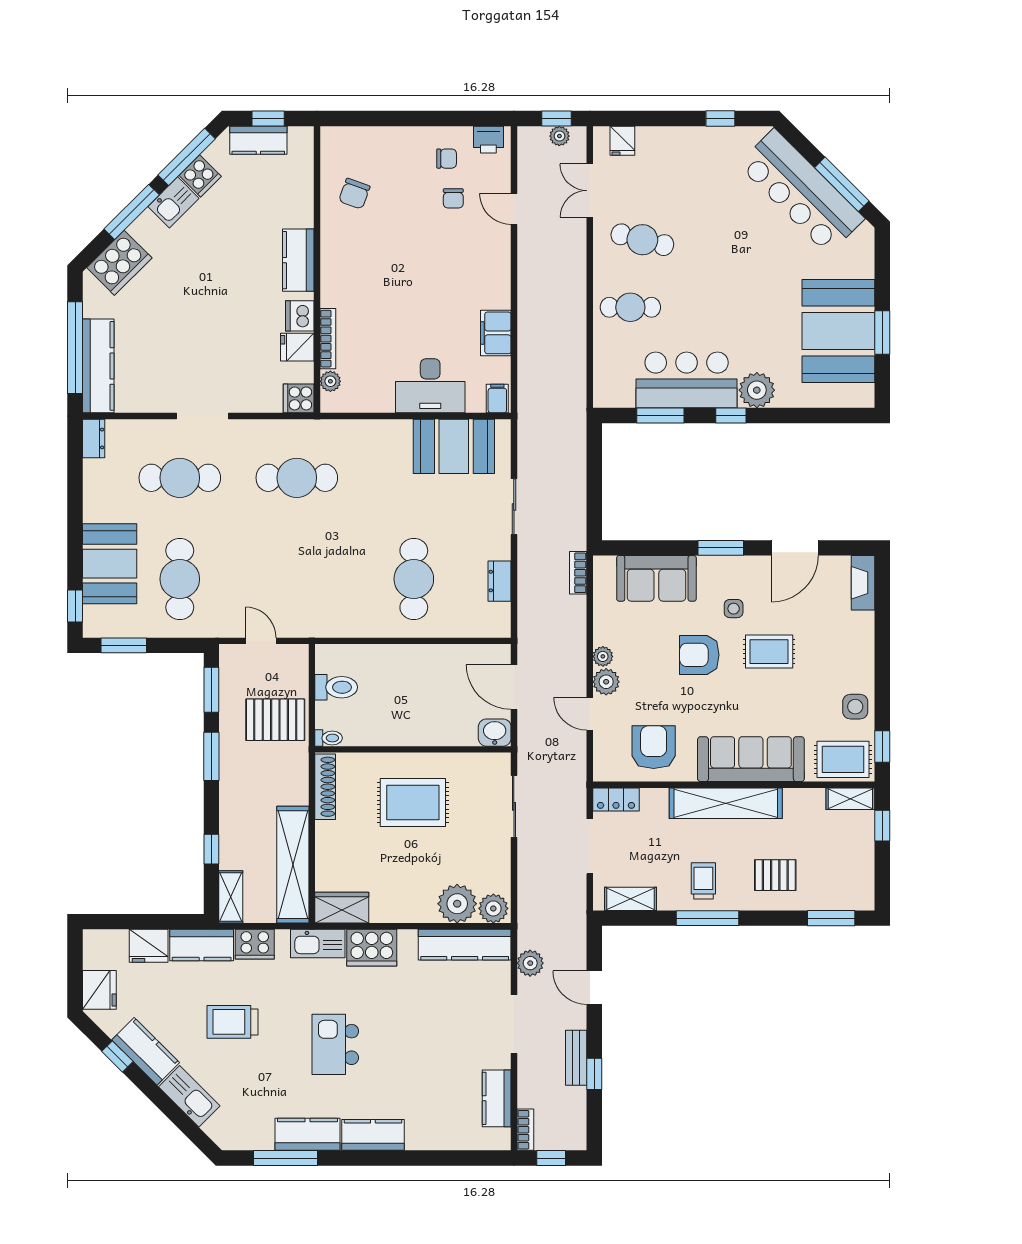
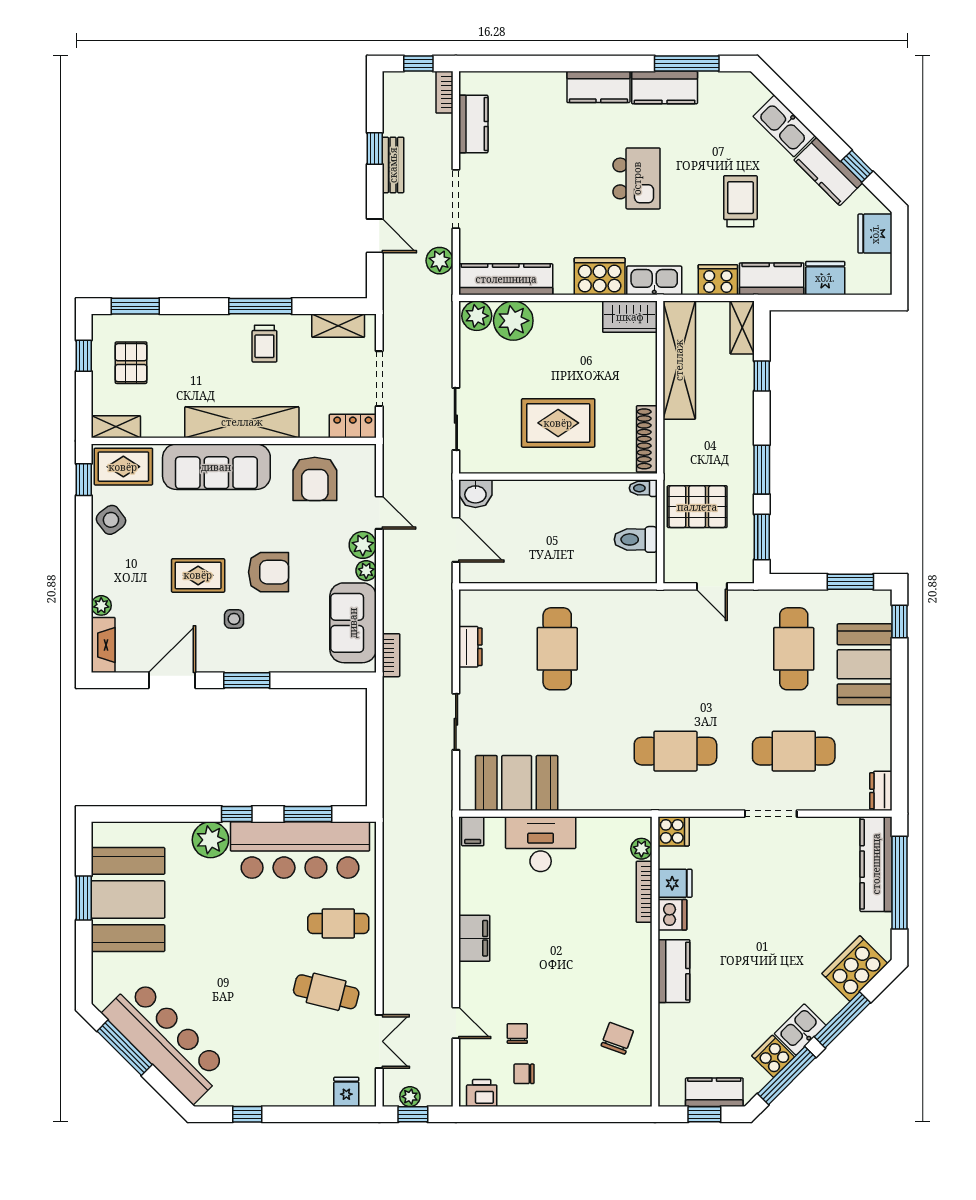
filing cabinet: (496, 333) -> (474, 938), moved
bar counter: (687, 380) -> (300, 850), width x1.36
sofa: (656, 578) -> (353, 623), moved, turned -90
plant: (865, 622) -> (101, 605), added
side table: (855, 707) -> (111, 520), turned -37
window: (882, 826) -> (84, 356), moved
pallet: (775, 875) -> (131, 363), moved, turned 90
trolley: (232, 1022) -> (740, 201), turned -90

